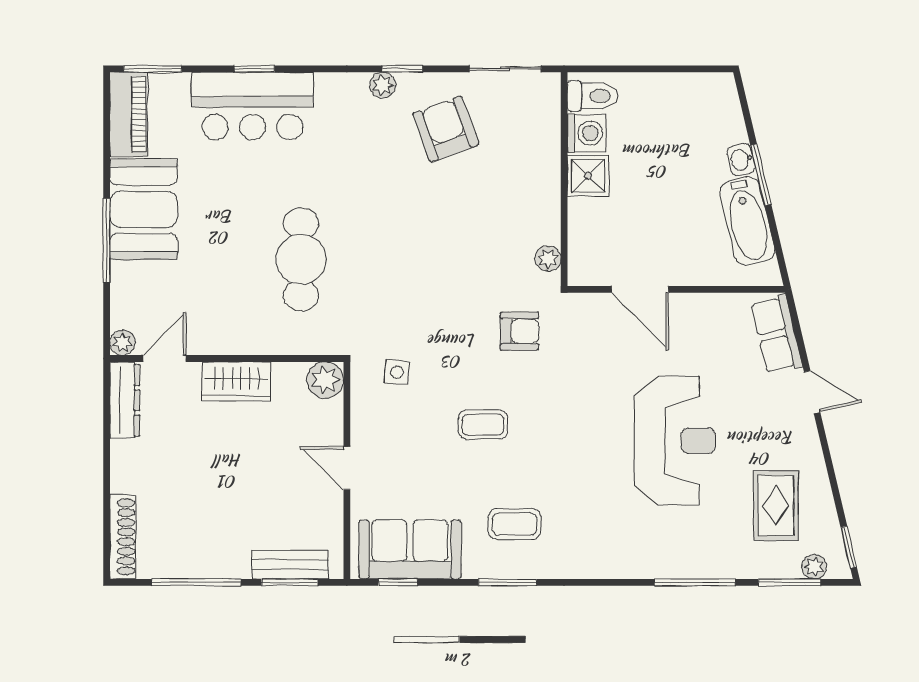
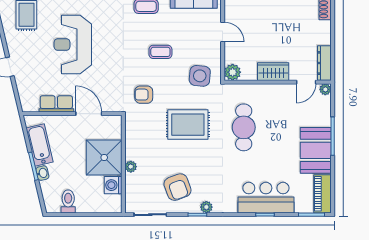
toilet: (593, 96) -> (68, 201), moved, turned 90
shower: (588, 176) -> (104, 157), width x1.86, depth x1.86
plant: (548, 259) -> (131, 167), moved
rug: (423, 266) -> (188, 125), added
row of seats: (776, 334) -> (56, 104), moved, turned -77
side table: (397, 372) -> (200, 76), width x1.87, depth x1.87

